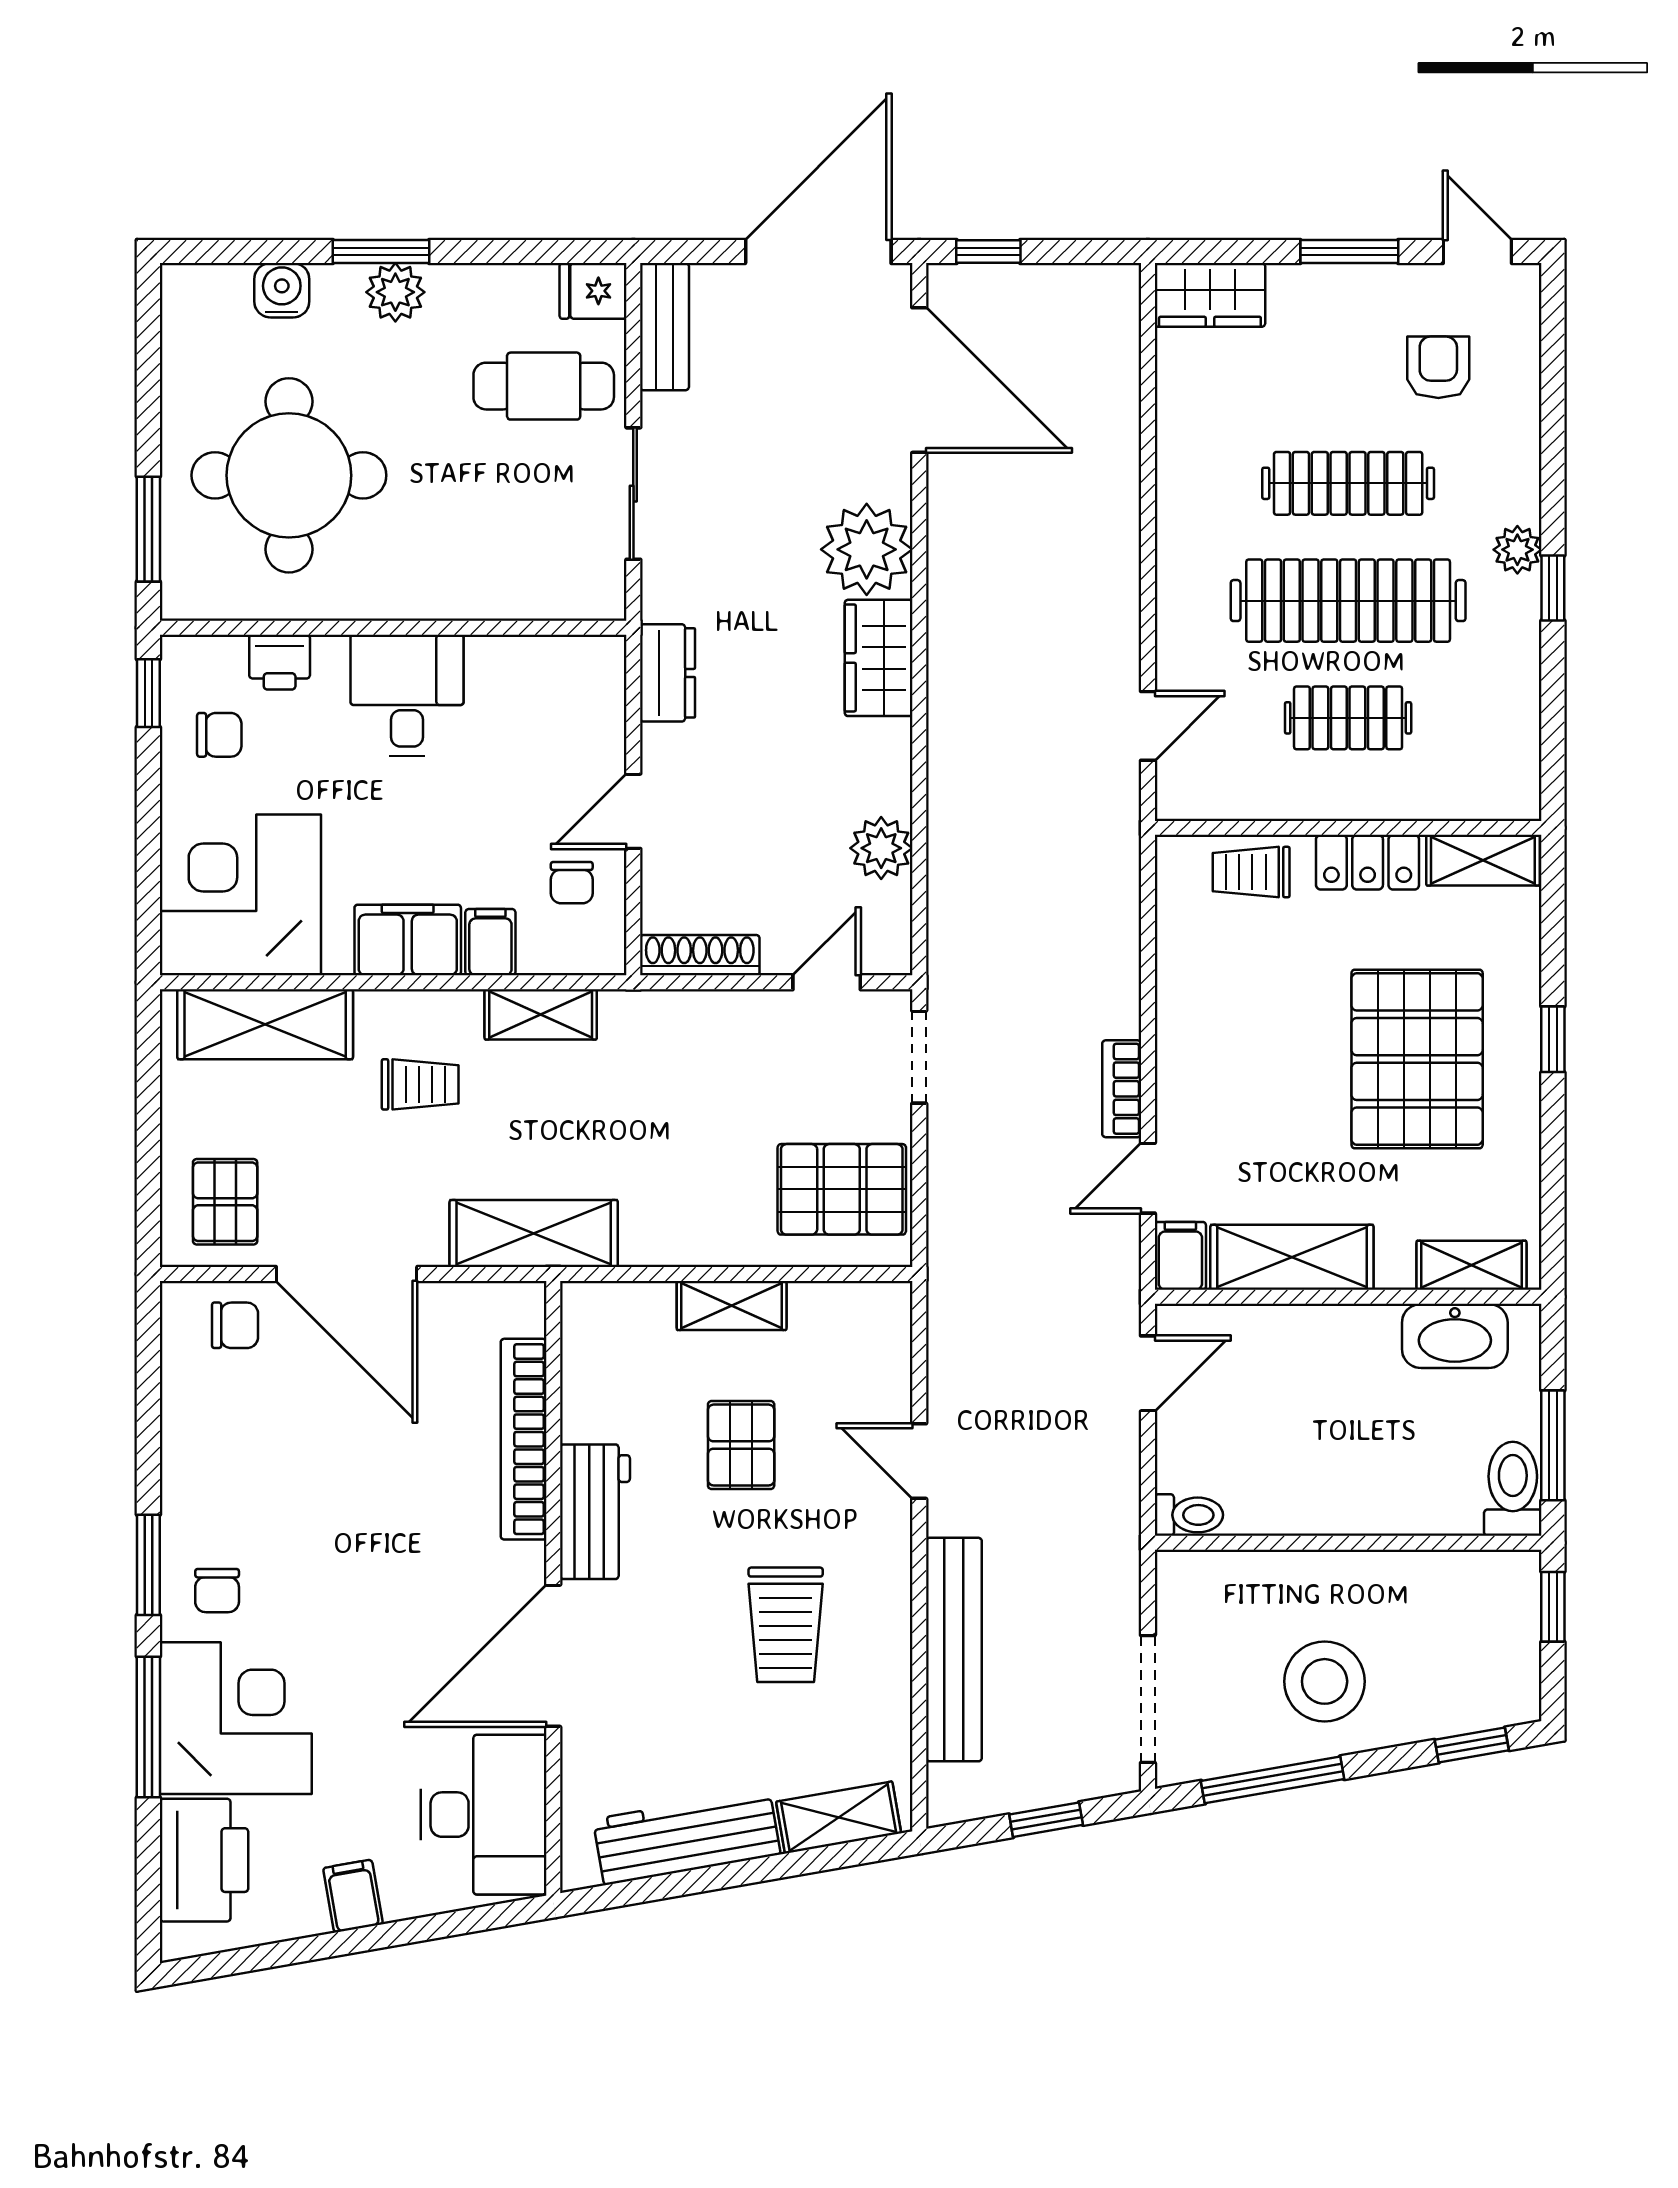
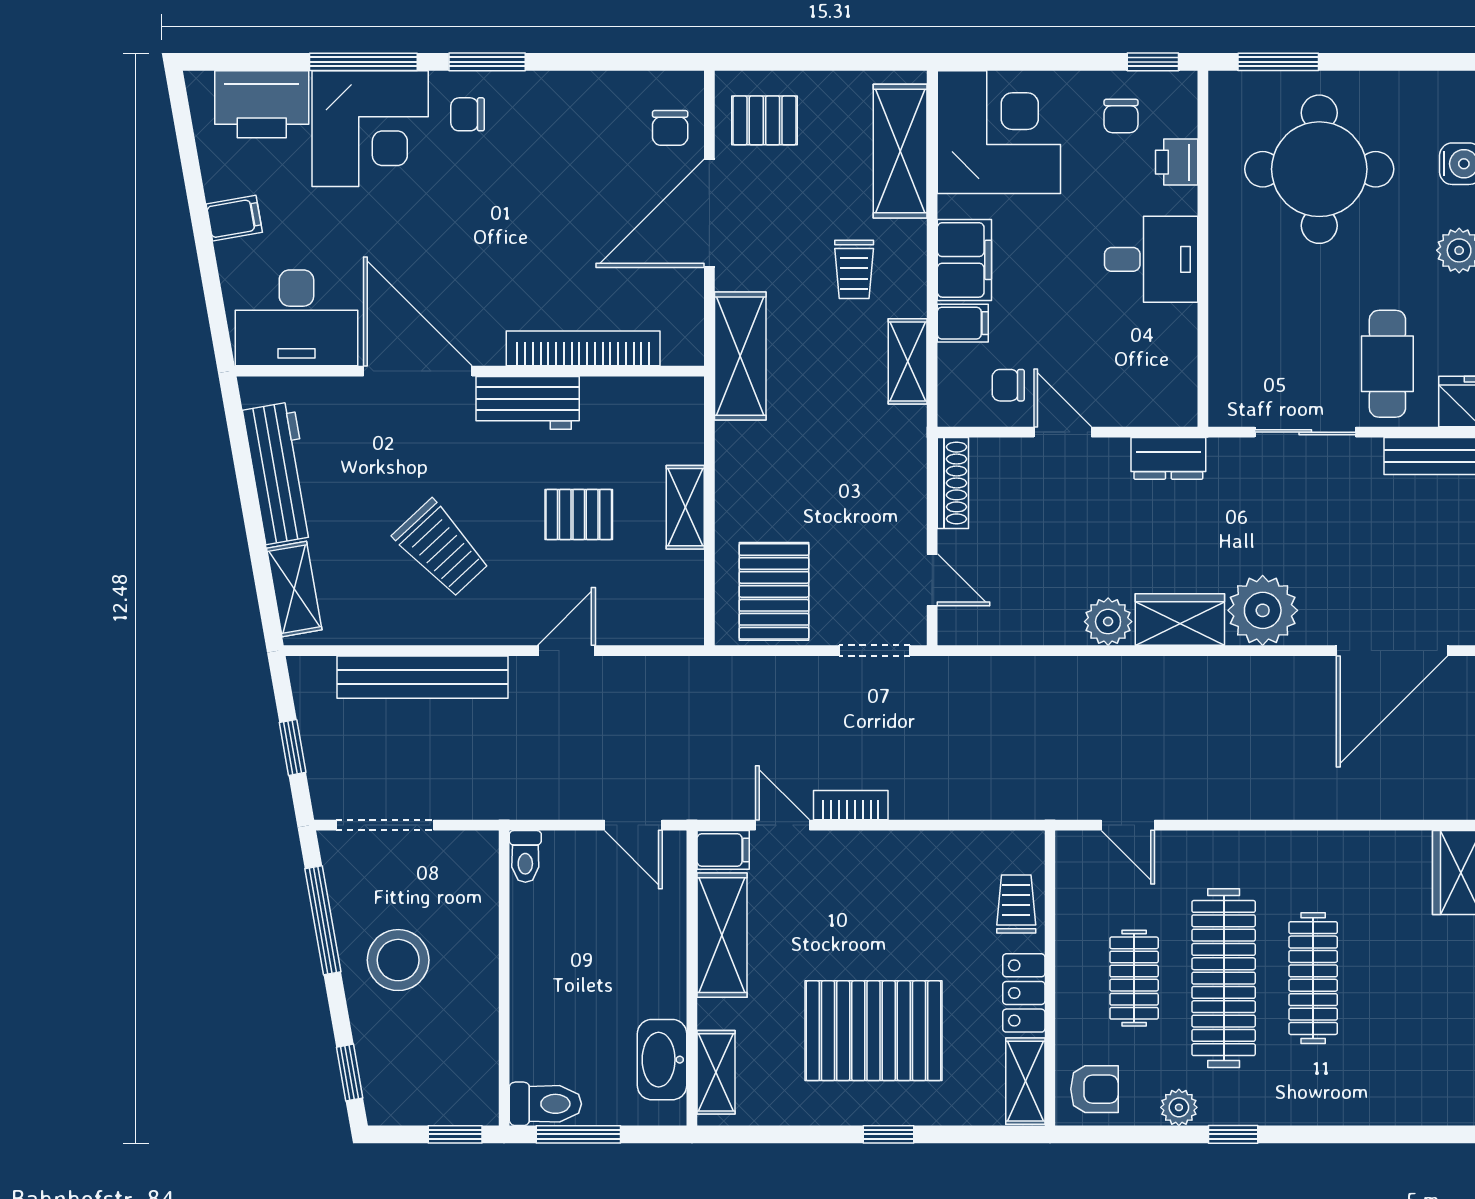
armchair: (1438, 367) -> (1094, 1089), moved
plant: (1517, 550) -> (1179, 1107), moved
plant: (881, 848) -> (1108, 622), moved
trolley: (786, 1625) -> (441, 549), turned -133

